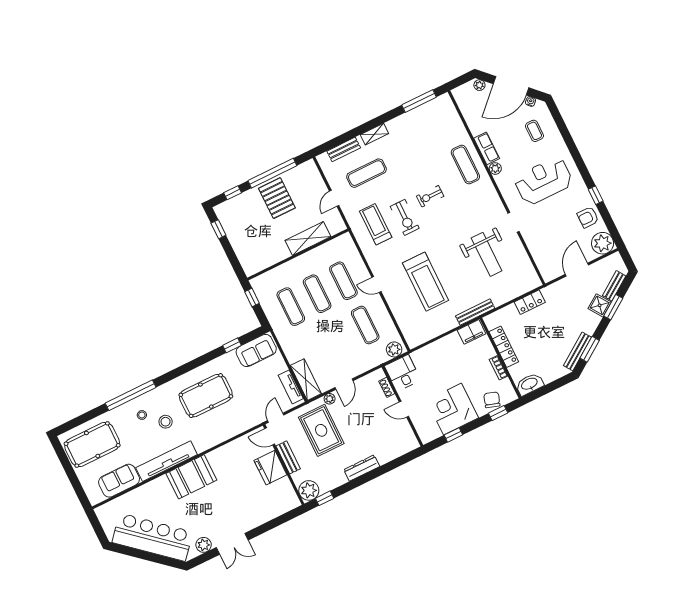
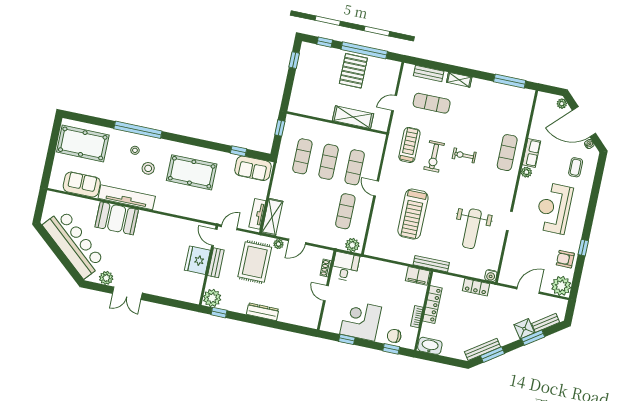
reception desk: (543, 181) -> (554, 208), turned -90
water cooler: (535, 282) -> (491, 276), added
chair: (492, 400) -> (394, 336), turned -108
booth: (191, 477) -> (117, 218), moved

